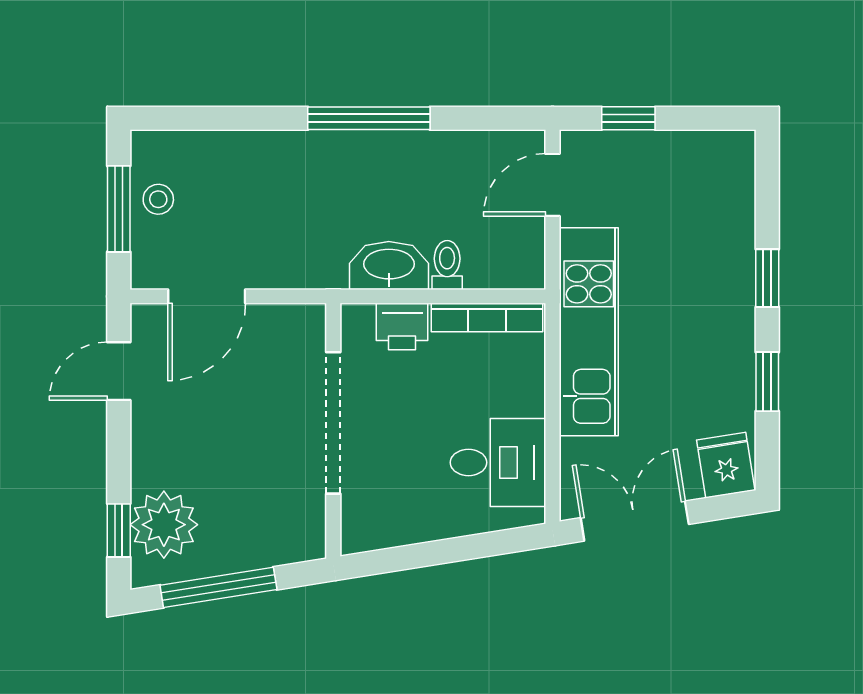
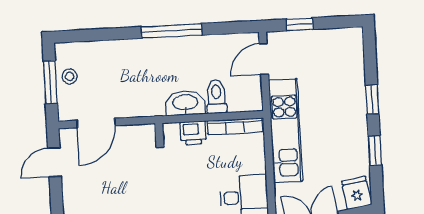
toilet: (447, 265) -> (216, 96), width x1.37, depth x1.39

